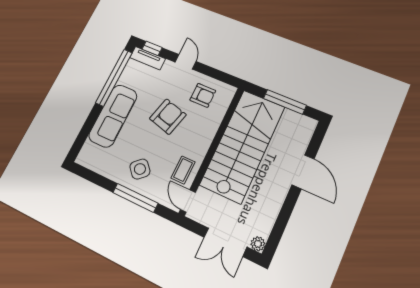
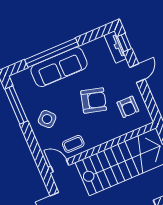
window: (114, 78) -> (52, 53), moved
window: (135, 198) -> (16, 105), moved
door: (188, 201) -> (60, 166), hinge flipped

